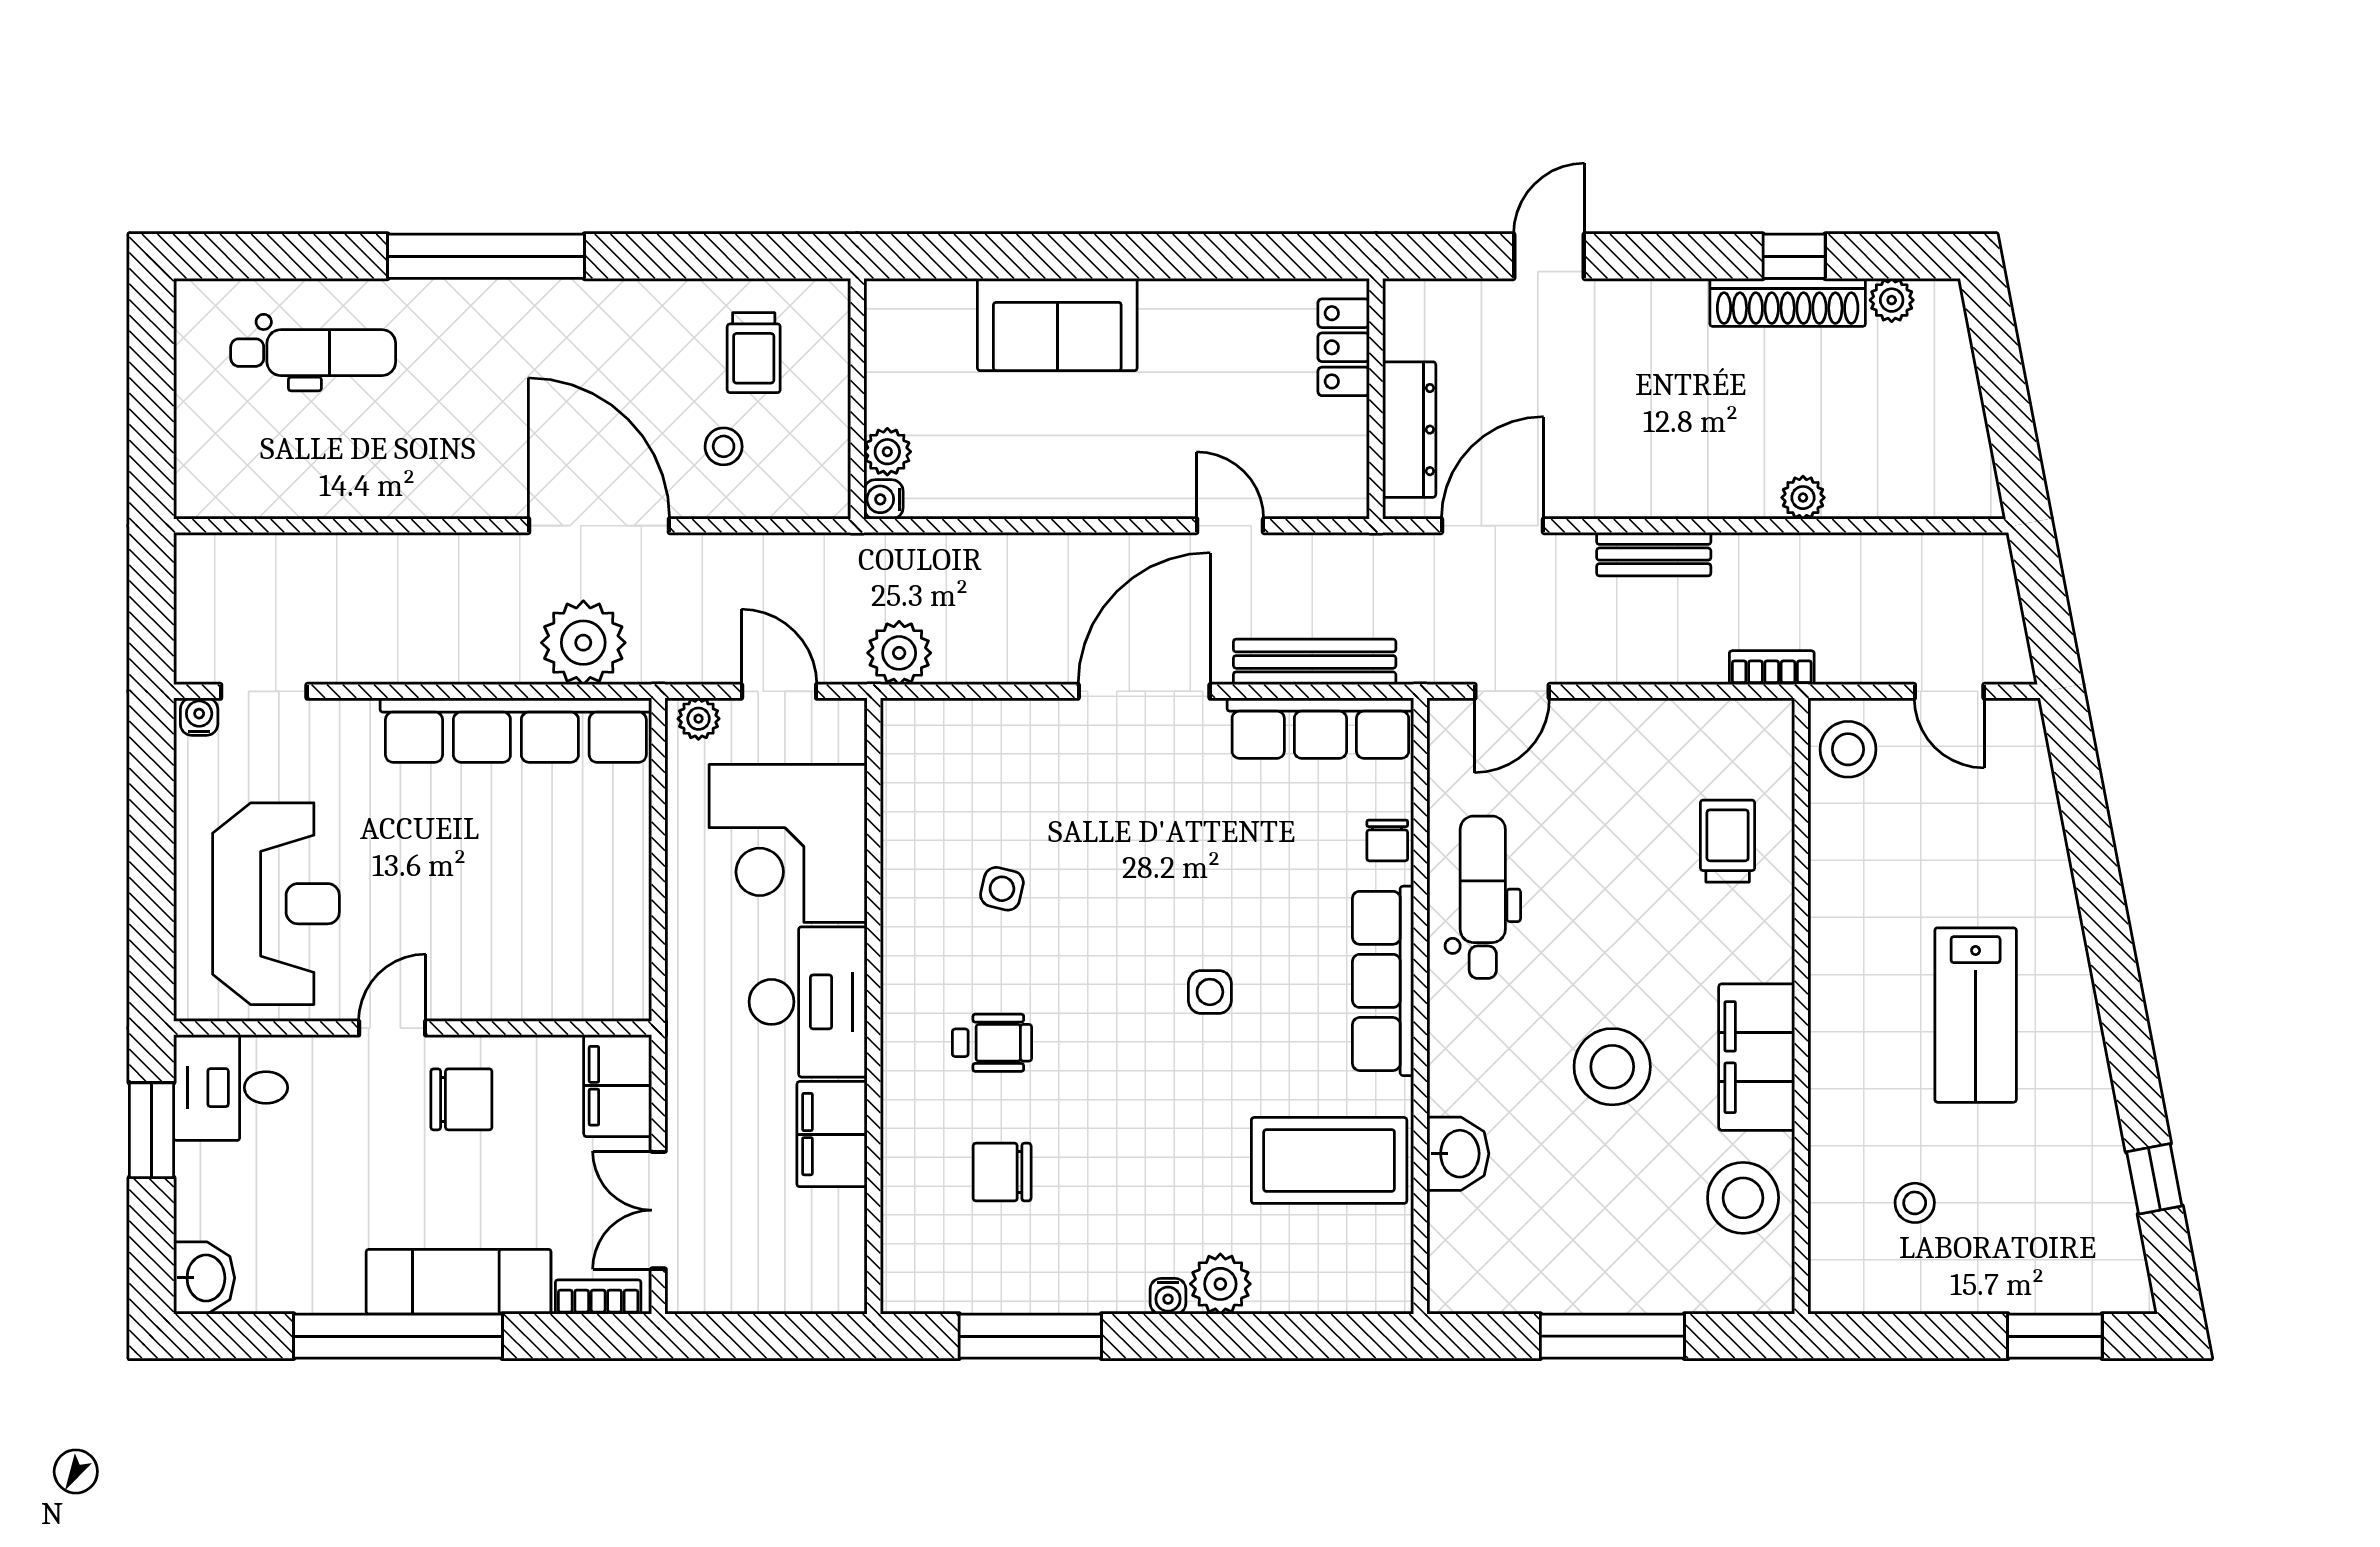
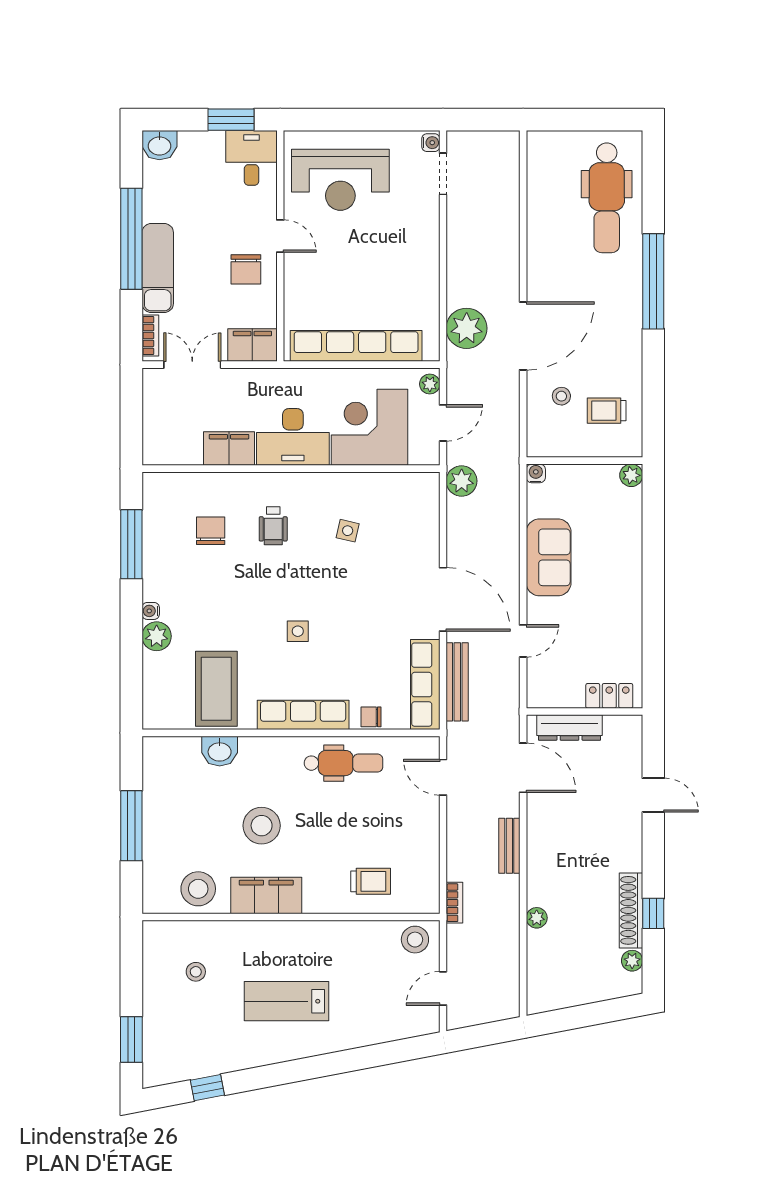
sofa: (1057, 324) -> (549, 557), moved, turned 180
dental chair: (313, 353) -> (607, 198), width x1.36, depth x1.38
plant: (887, 452) -> (631, 475), moved
row of seats: (516, 730) -> (356, 346), moved, turned 90

